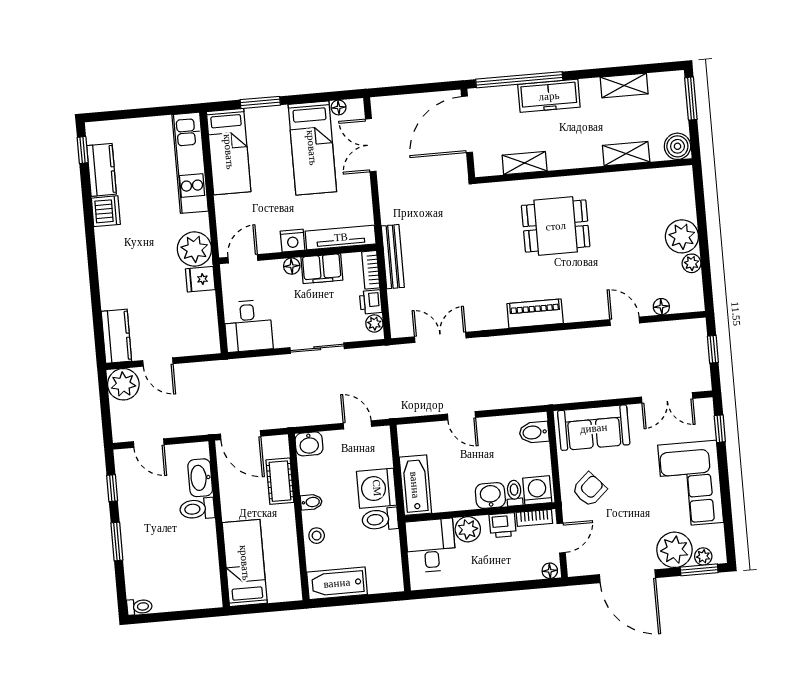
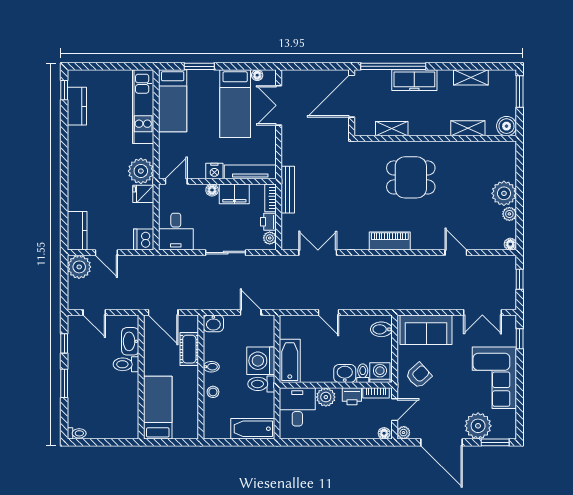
dishwasher: (106, 211) -> (144, 240), moved, turned 180
floor lamp: (661, 307) -> (510, 244), moved
plant: (703, 556) -> (404, 433), moved
bathtub: (337, 583) -> (253, 429), moved

